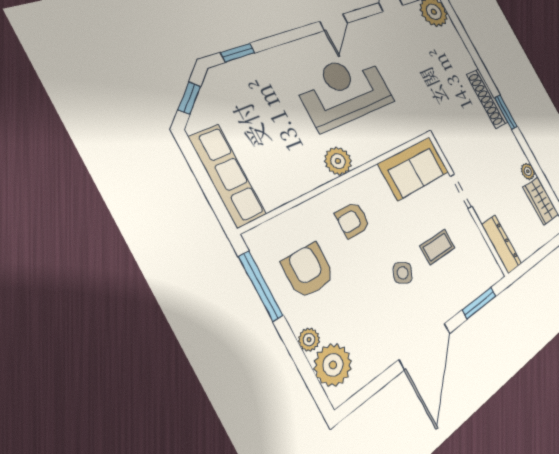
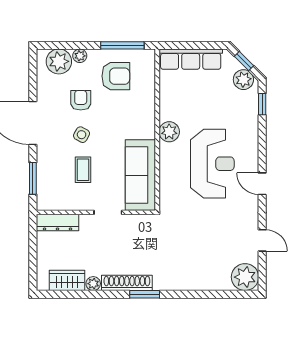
plant: (217, 90) -> (243, 80), added
shoe rack: (487, 99) -> (127, 283), moved
sofa: (414, 168) -> (140, 175), width x1.36
armchair: (353, 220) -> (81, 100), moved

